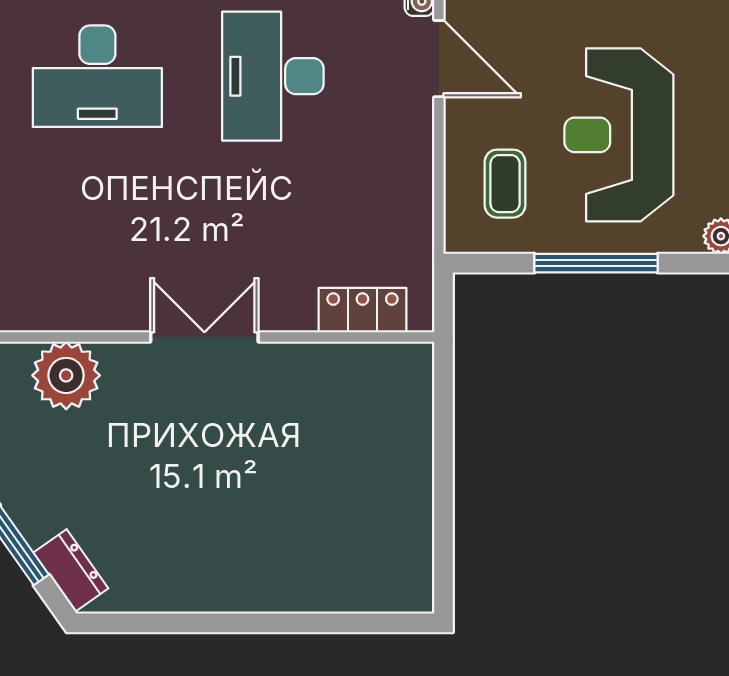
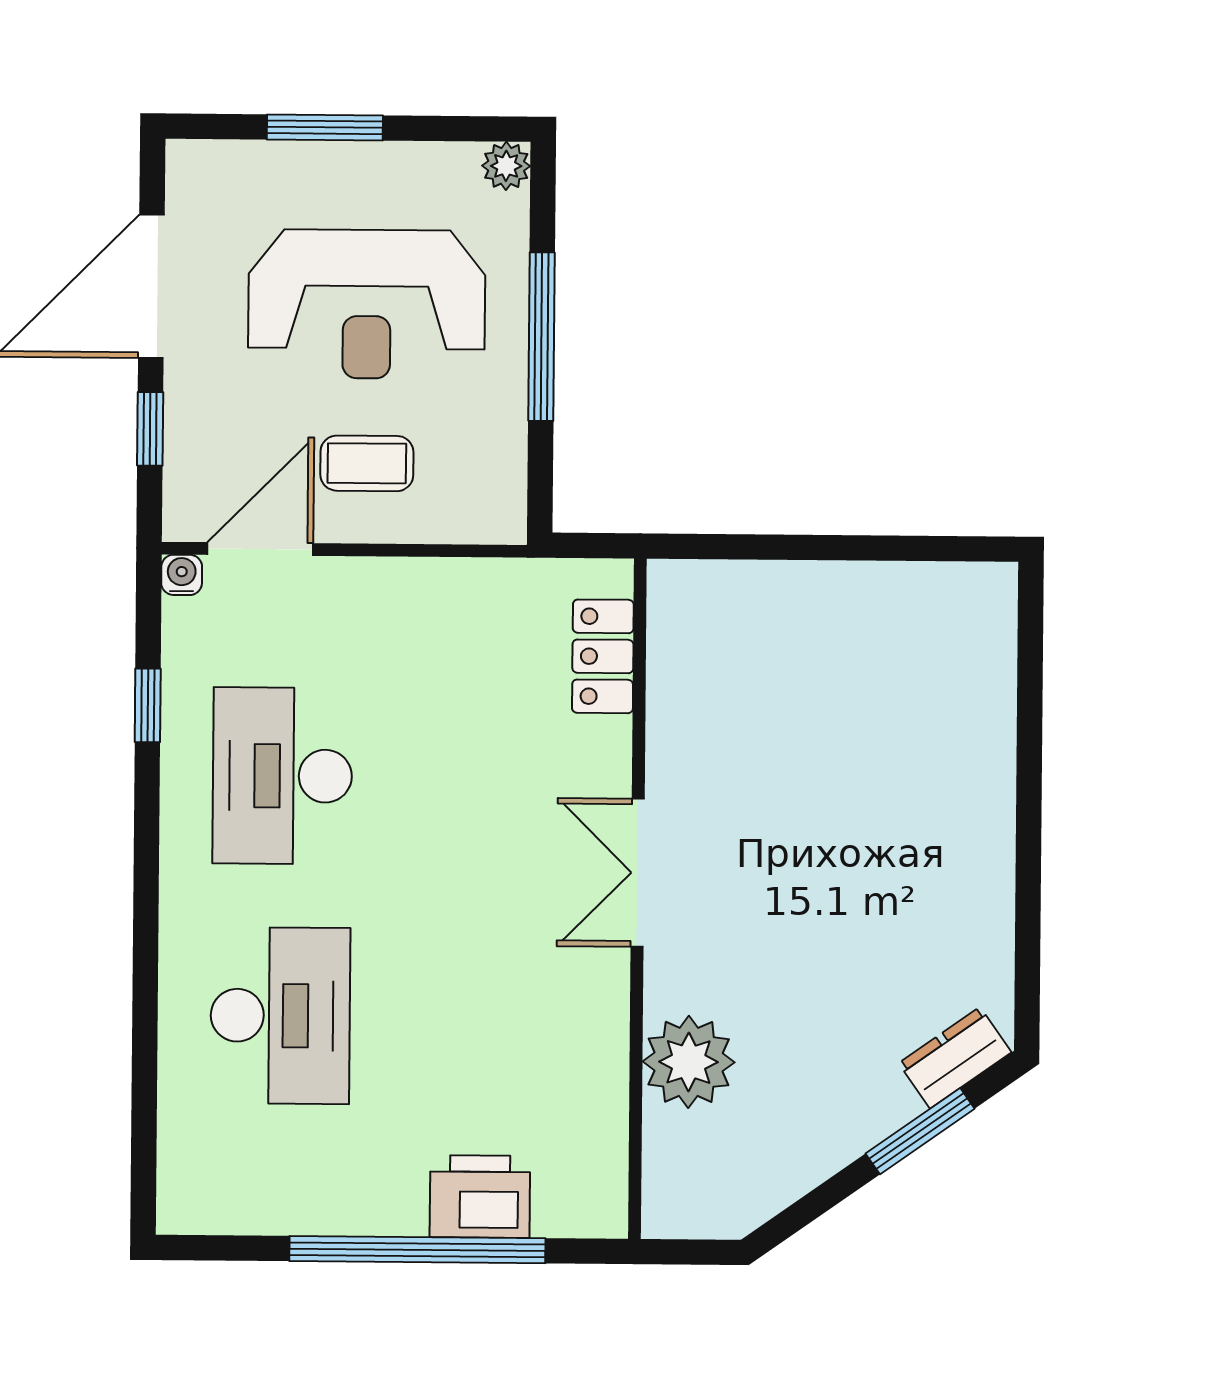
desk: (273, 76) -> (282, 776), turned 90
coffee table: (505, 184) -> (367, 463), moved

